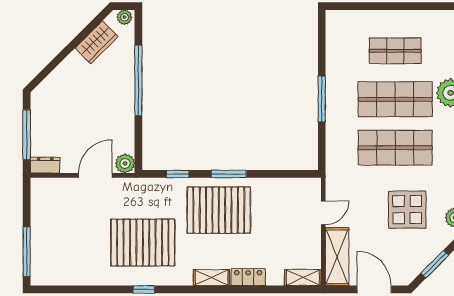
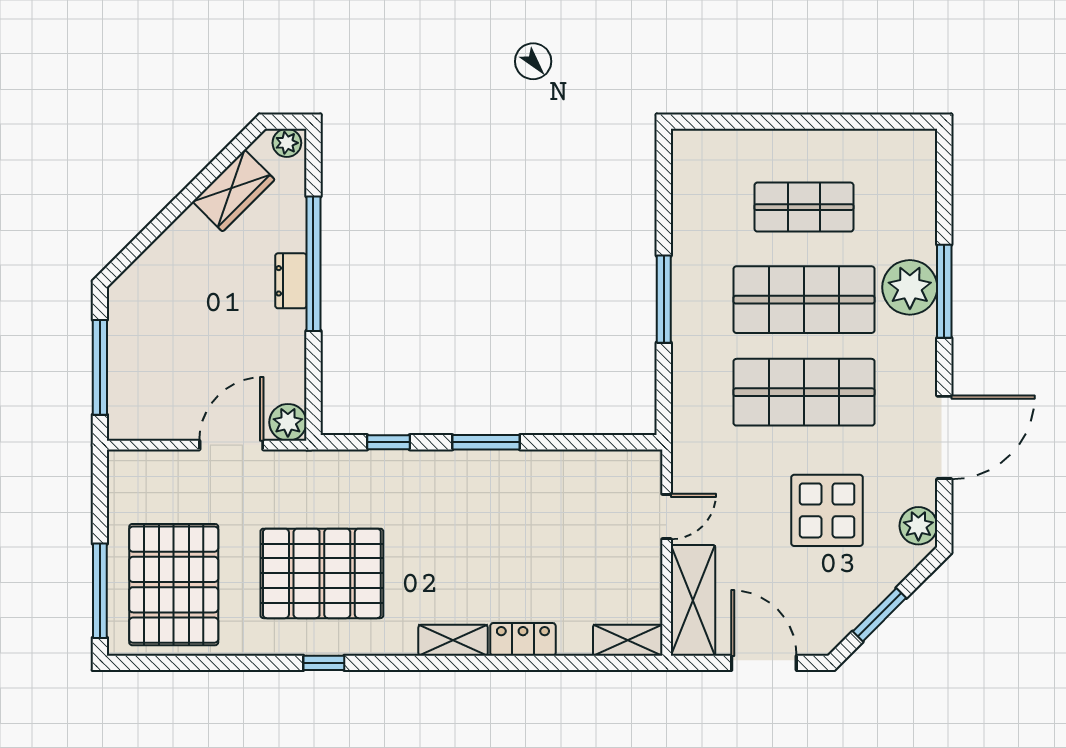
dresser: (45, 165) -> (291, 281), moved, turned -90
pallet: (219, 210) -> (174, 585), moved, turned 90

